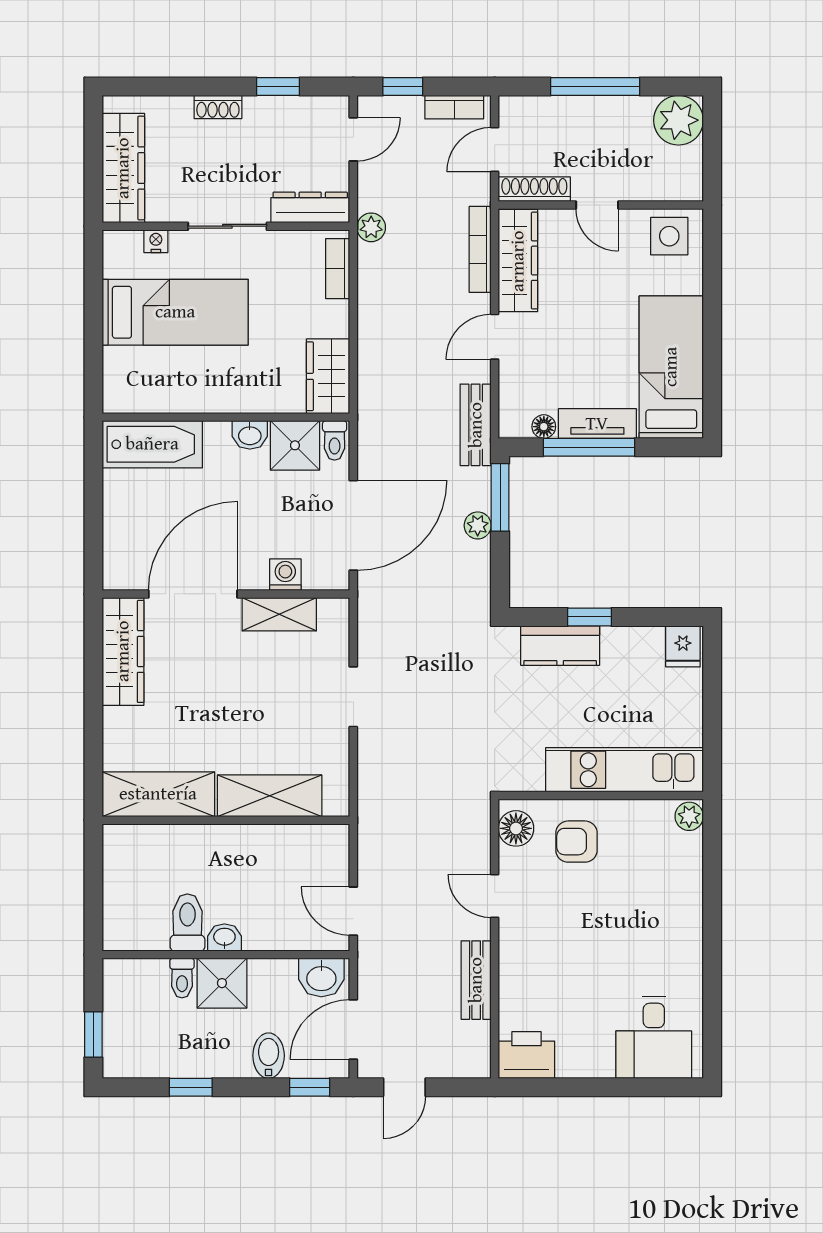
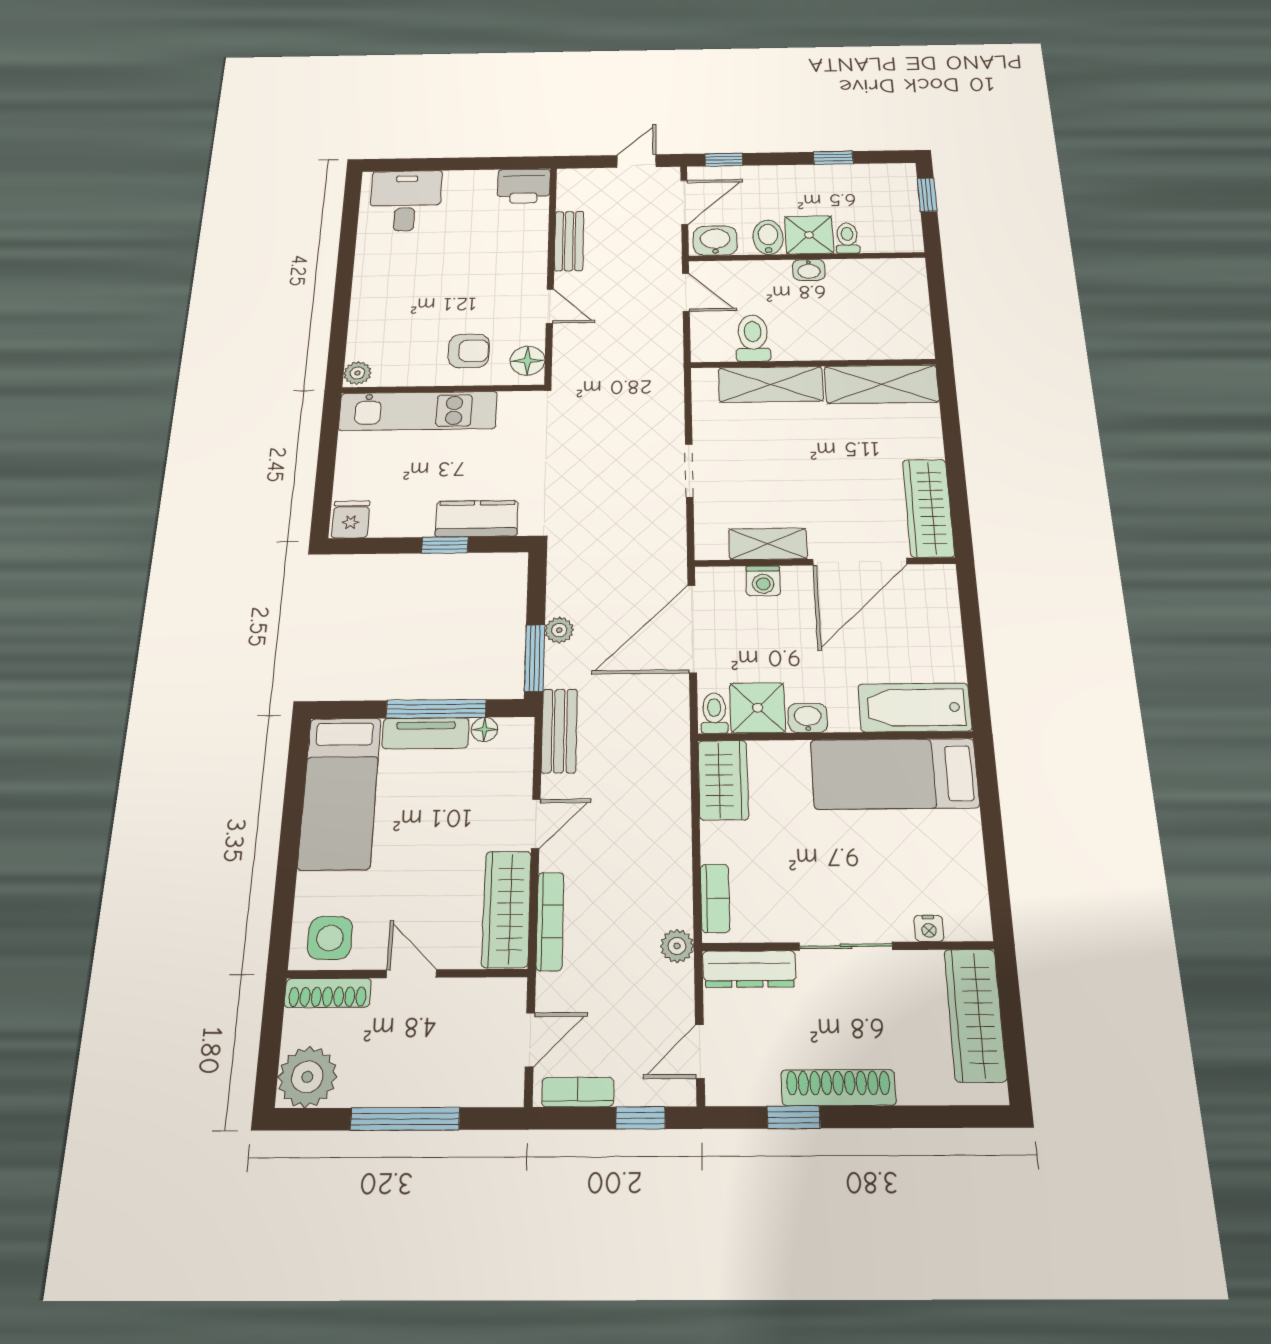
shoe rack: (218, 107) -> (838, 1088), width x1.94, depth x1.24
shoe rack: (534, 189) -> (328, 993), moved
bed: (175, 312) -> (894, 774), moved
toilet: (187, 922) -> (753, 338), moved, turned 180
bidet: (269, 1056) -> (768, 237), moved, turned 180

